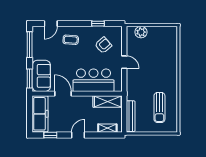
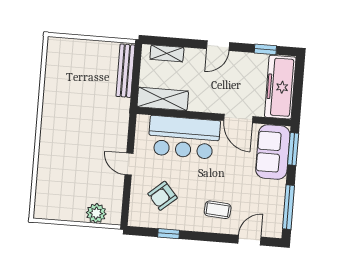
sun lounger: (159, 108) -> (75, 82), removed

